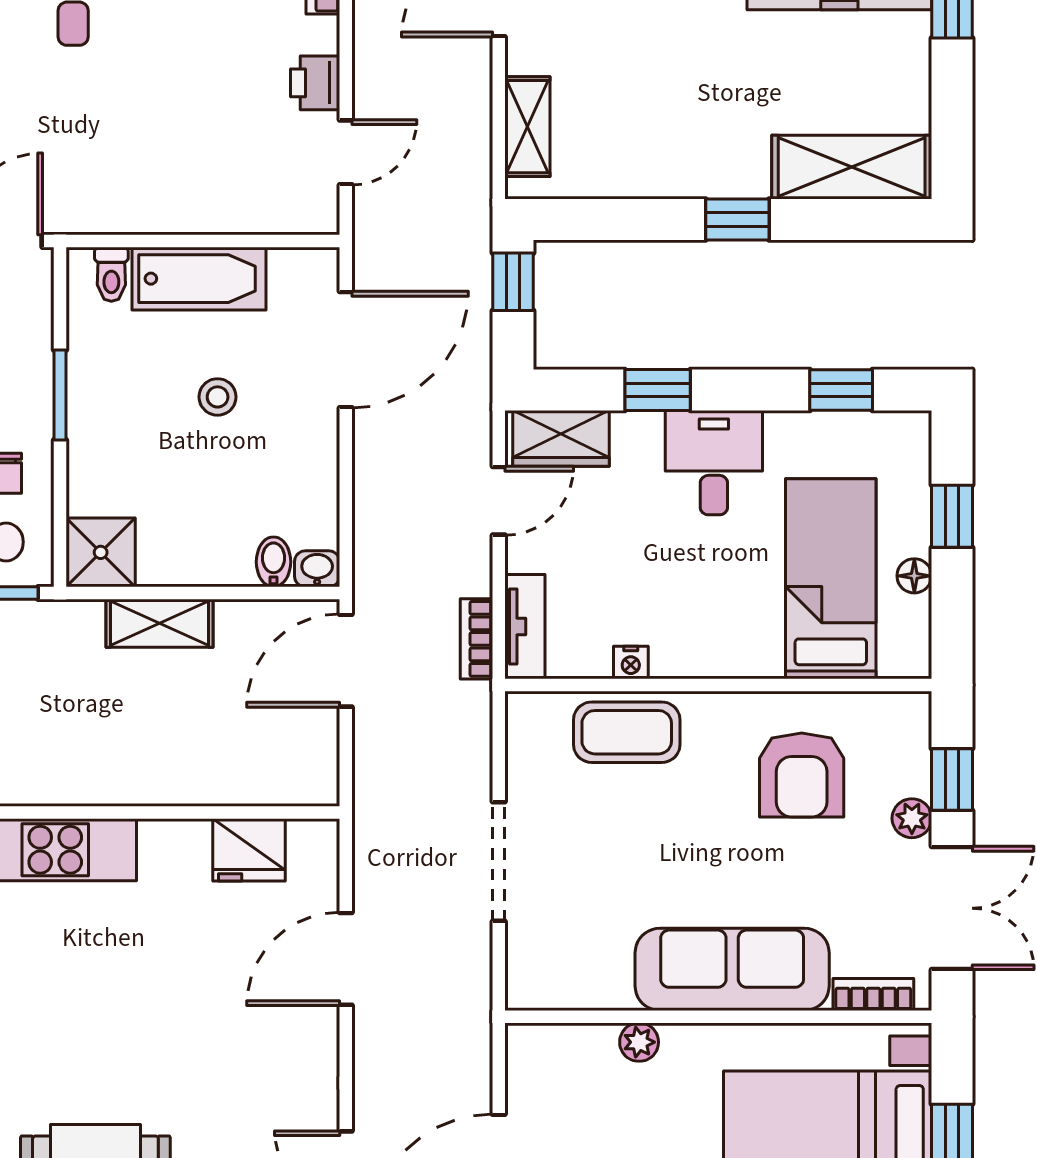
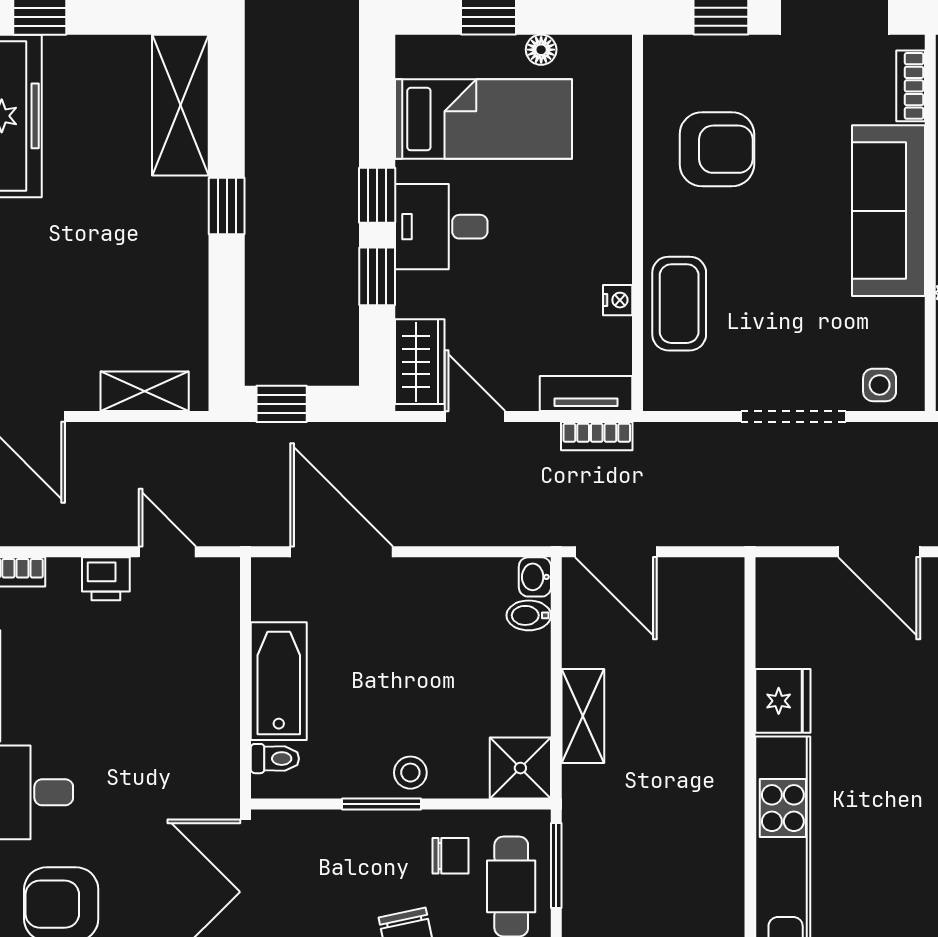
window: (841, 390) -> (377, 195), moved
stool: (218, 397) -> (410, 773), moved
bed: (831, 579) -> (483, 119), moved, turned 180
plant: (912, 818) -> (755, 52), removed
fridge: (249, 850) -> (783, 701), moved
side table: (535, 959) -> (880, 385), added

